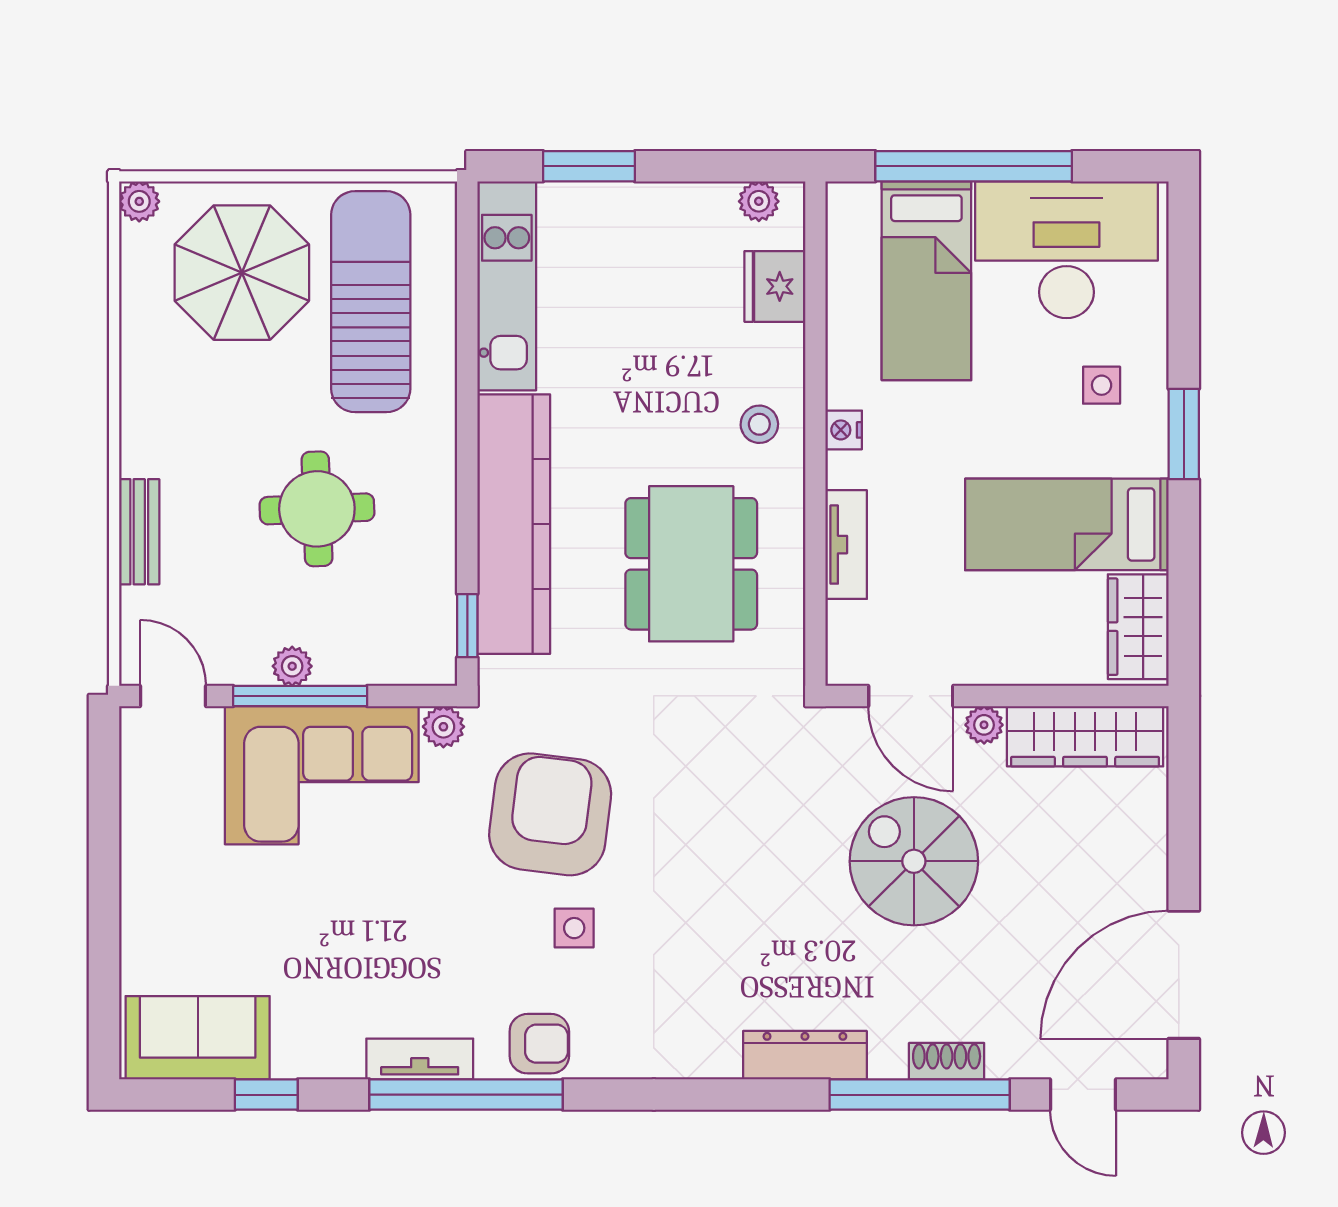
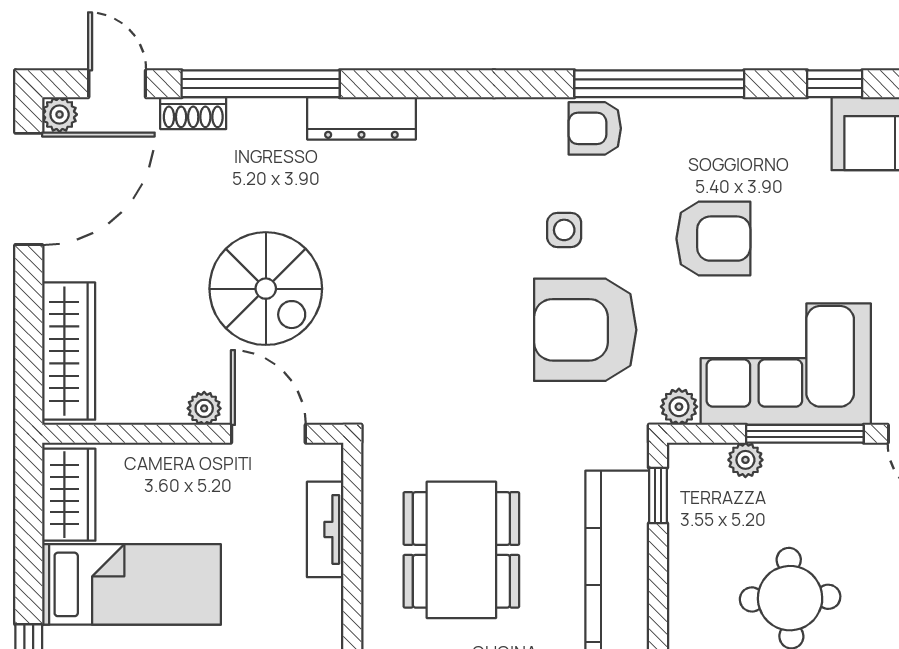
tv unit: (846, 545) -> (325, 529), moved
plant: (292, 666) -> (745, 460), moved
wardrobe: (1085, 736) -> (69, 351), moved, turned 90
armchair: (550, 814) -> (585, 330), turned 83
armchair: (404, 918) -> (713, 239), added
tv unit: (420, 1059) -> (700, 115), removed
plant: (1149, 1059) -> (60, 114), added
shoe rack: (947, 1061) -> (193, 113), moved

